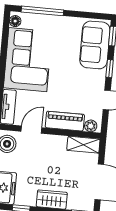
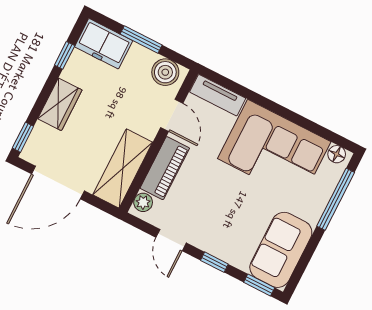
sofa: (95, 45) -> (281, 250), moved, turned -90
shelving: (83, 145) -> (123, 169), width x1.50, depth x1.33

